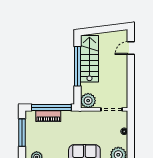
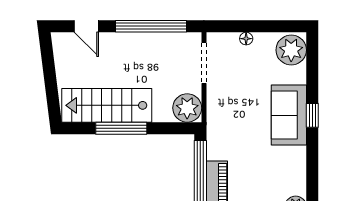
window: (78, 66) -> (121, 128), width x0.68
window: (131, 82) -> (151, 26), added

